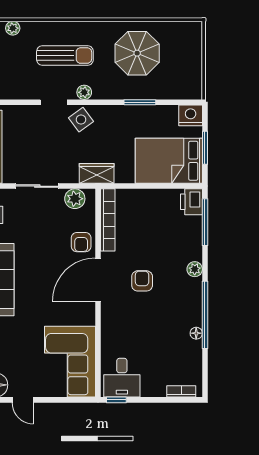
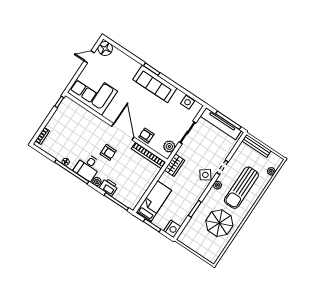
sun lounger: (65, 56) -> (241, 188), width x1.36, depth x1.34
bed: (169, 161) -> (154, 201), width x0.67
printer: (191, 202) -> (109, 187), moved
desk: (122, 378) -> (88, 167), moved, turned -90

